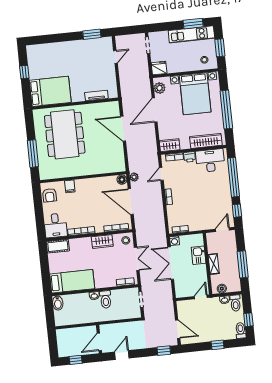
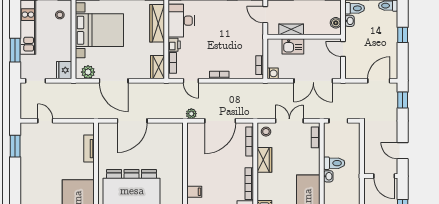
window: (193, 24) -> (15, 50), moved
floor lamp: (122, 180) -> (193, 129), removed
double door: (171, 263) -> (313, 81), moved
shelving: (214, 264) -> (291, 29), moved

